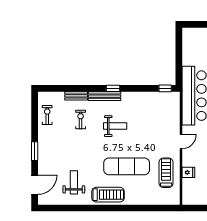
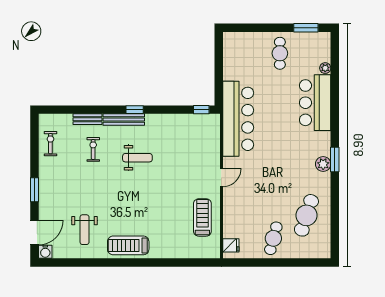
exercise mat: (127, 166) -> (152, 209), removed
fridge: (188, 172) -> (231, 245), moved
weight bench: (74, 182) -> (85, 230), turned 180
treadmill: (108, 195) -> (128, 245), turned 180
water cooler: (43, 200) -> (45, 252), added

